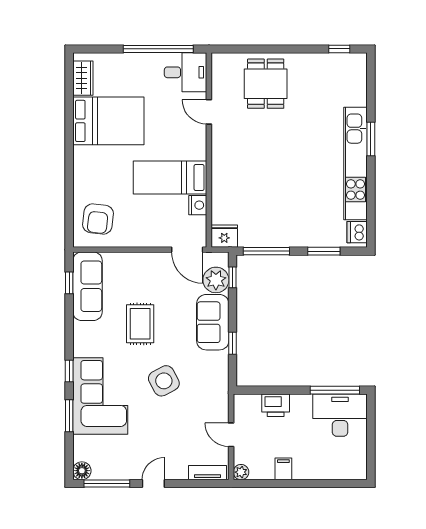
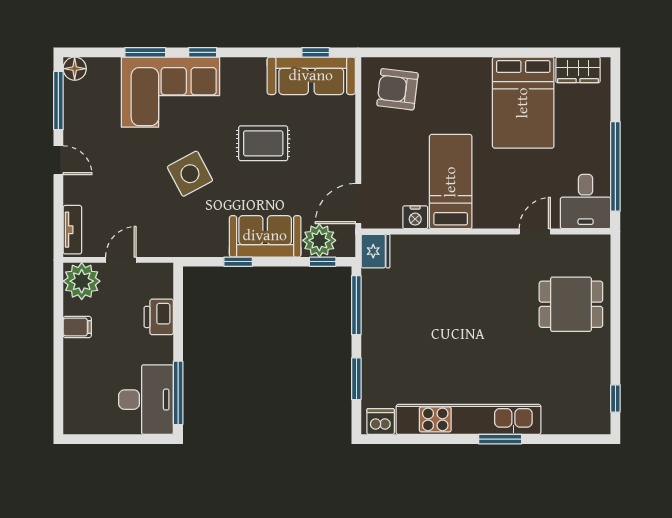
plant: (241, 472) -> (82, 281), width x1.88, depth x1.88

